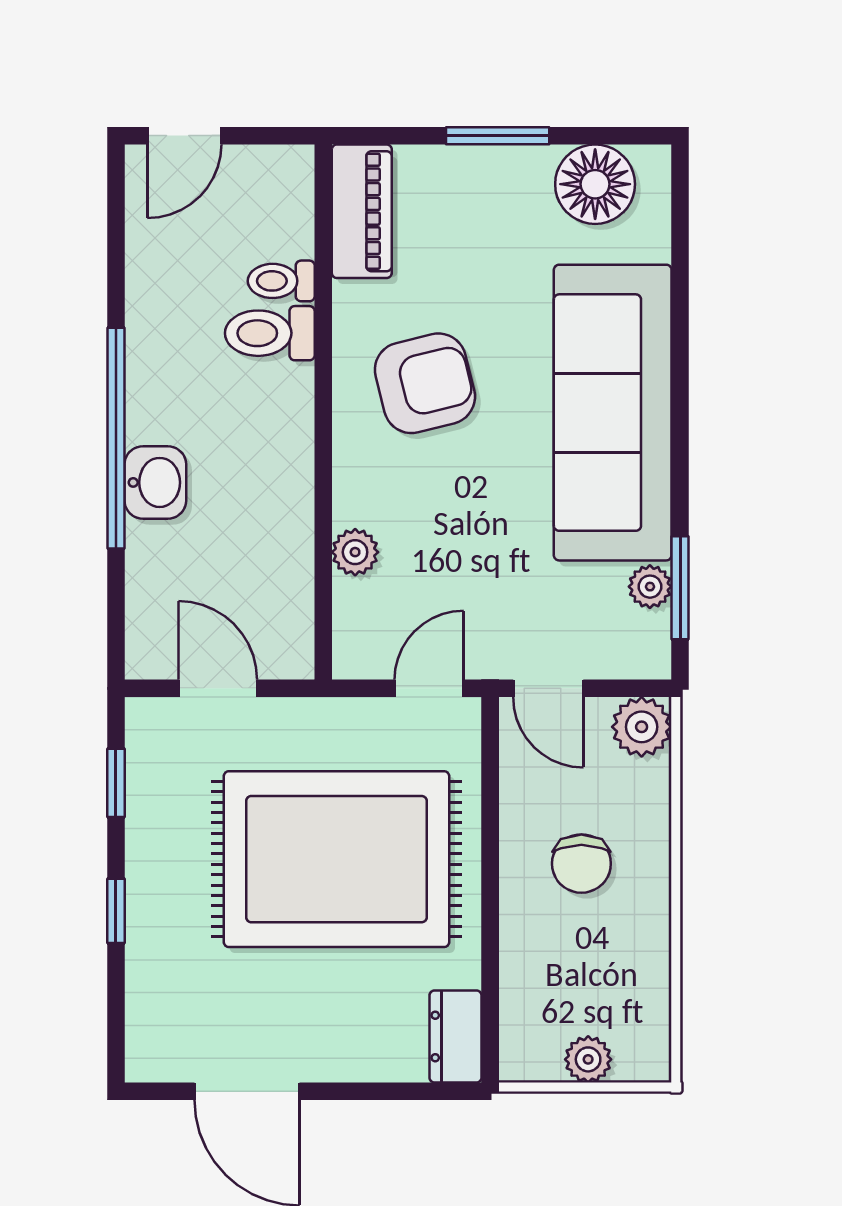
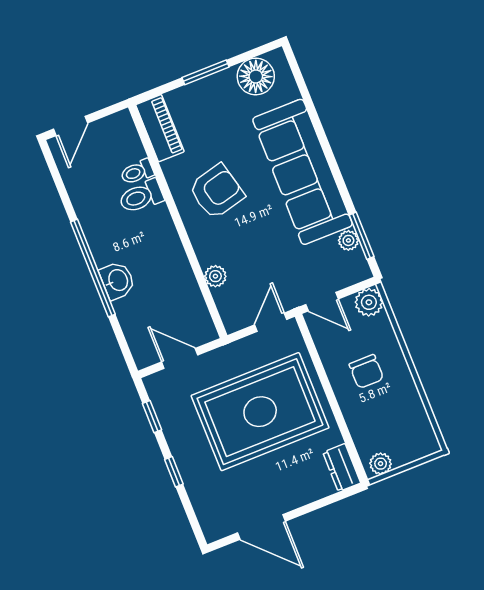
plant: (588, 1059) -> (381, 464), moved

